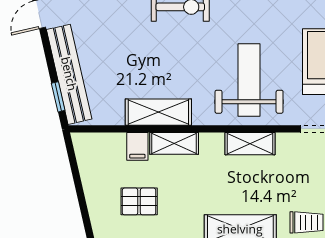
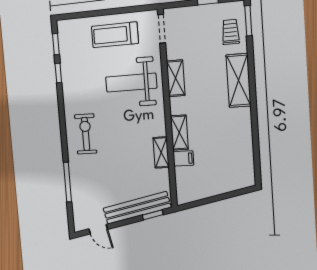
shelving: (158, 112) -> (161, 152), width x0.67, depth x0.75
pallet: (139, 201) -> (223, 155), removed

